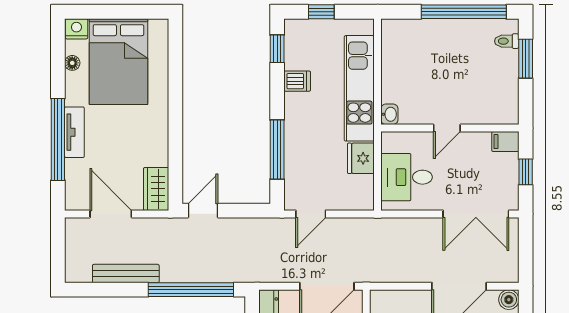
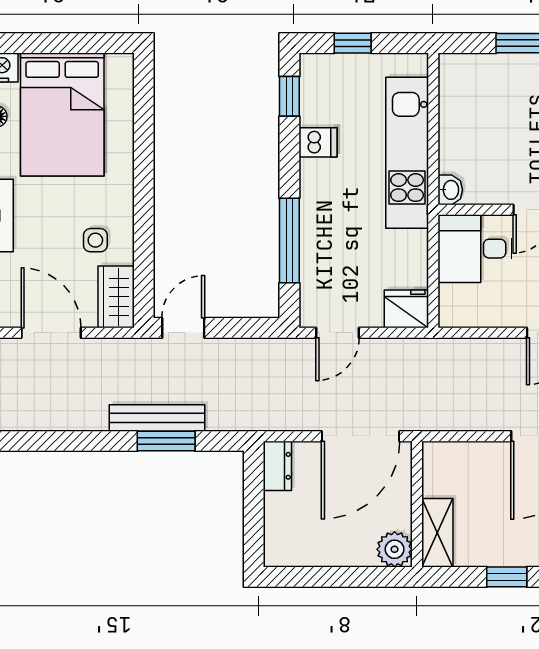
side table: (142, 149) -> (95, 240), added
fridge: (361, 158) -> (406, 309), moved, turned 90
desk: (407, 177) -> (475, 249), moved
bench: (126, 274) -> (157, 418), moved
window: (191, 290) -> (166, 441), width x0.47

